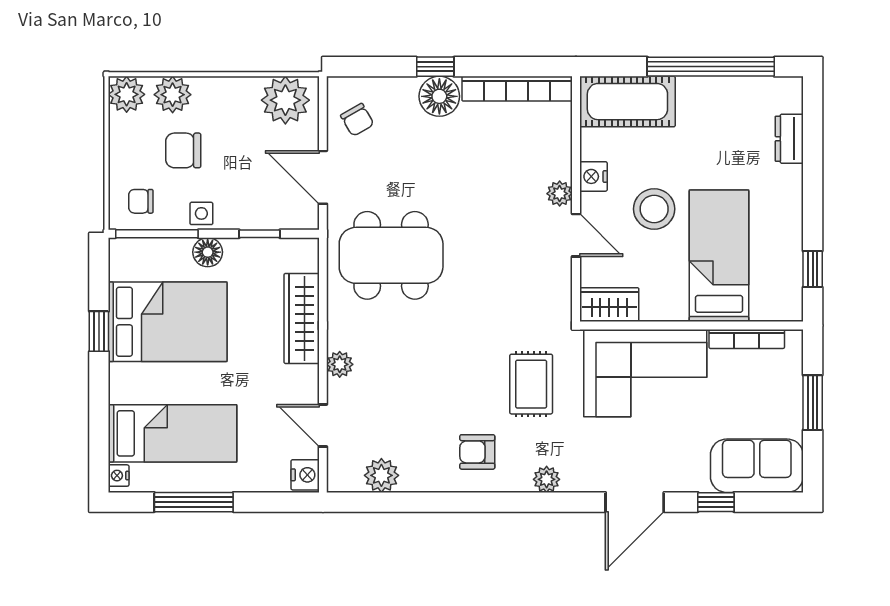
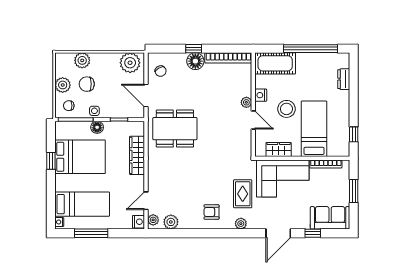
plant: (127, 94) -> (63, 85), moved
wardrobe: (609, 305) -> (279, 149), moved
plant: (340, 364) -> (153, 220), moved
rug: (531, 384) -> (243, 194), moved
door: (323, 425) -> (146, 201), hinge flipped

